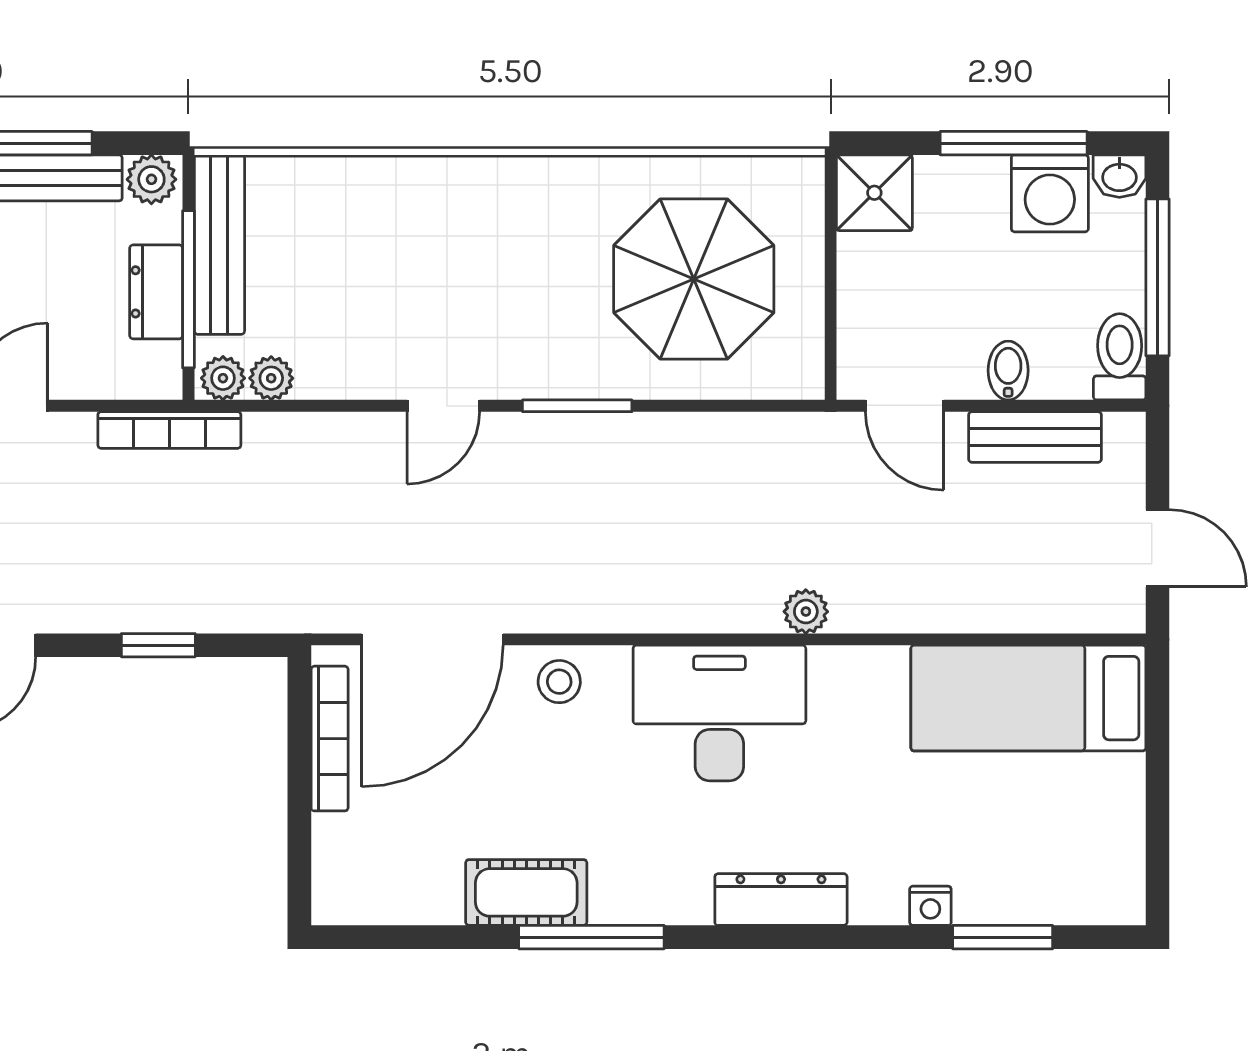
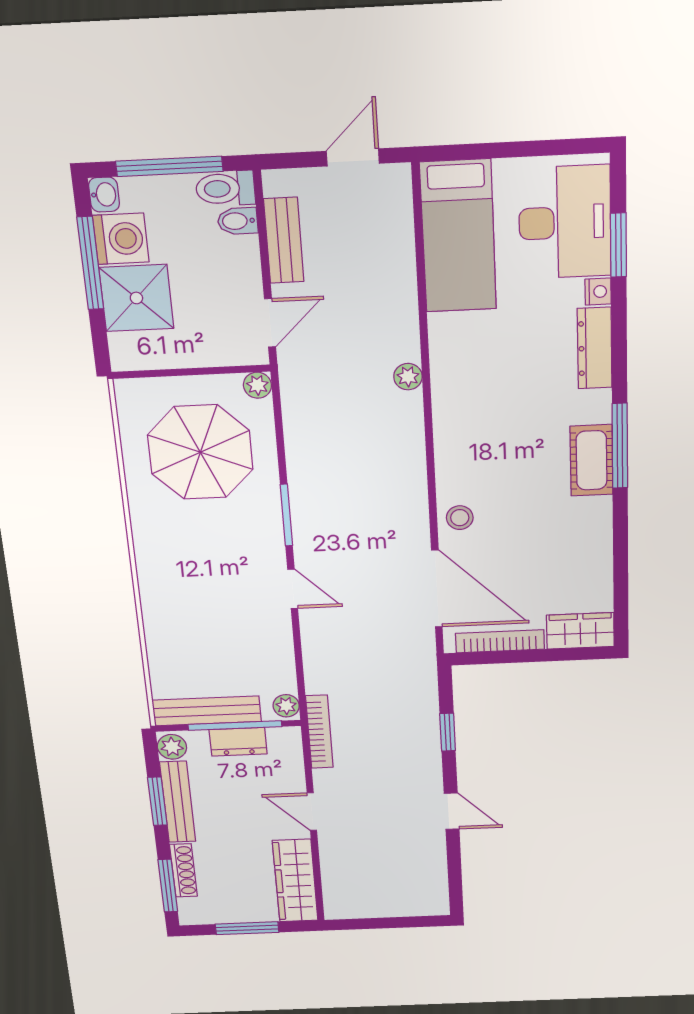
shower: (874, 193) -> (136, 298), moved, width x1.36, depth x1.36
bidet: (1008, 371) -> (238, 221), moved
plant: (271, 378) -> (257, 385), moved
desk: (719, 713) -> (565, 222), moved, turned 180
wardrobe: (343, 870) -> (580, 631), added
cot: (526, 892) -> (592, 460), moved
dresser: (781, 900) -> (595, 348), moved
window: (591, 937) -> (620, 446), moved

